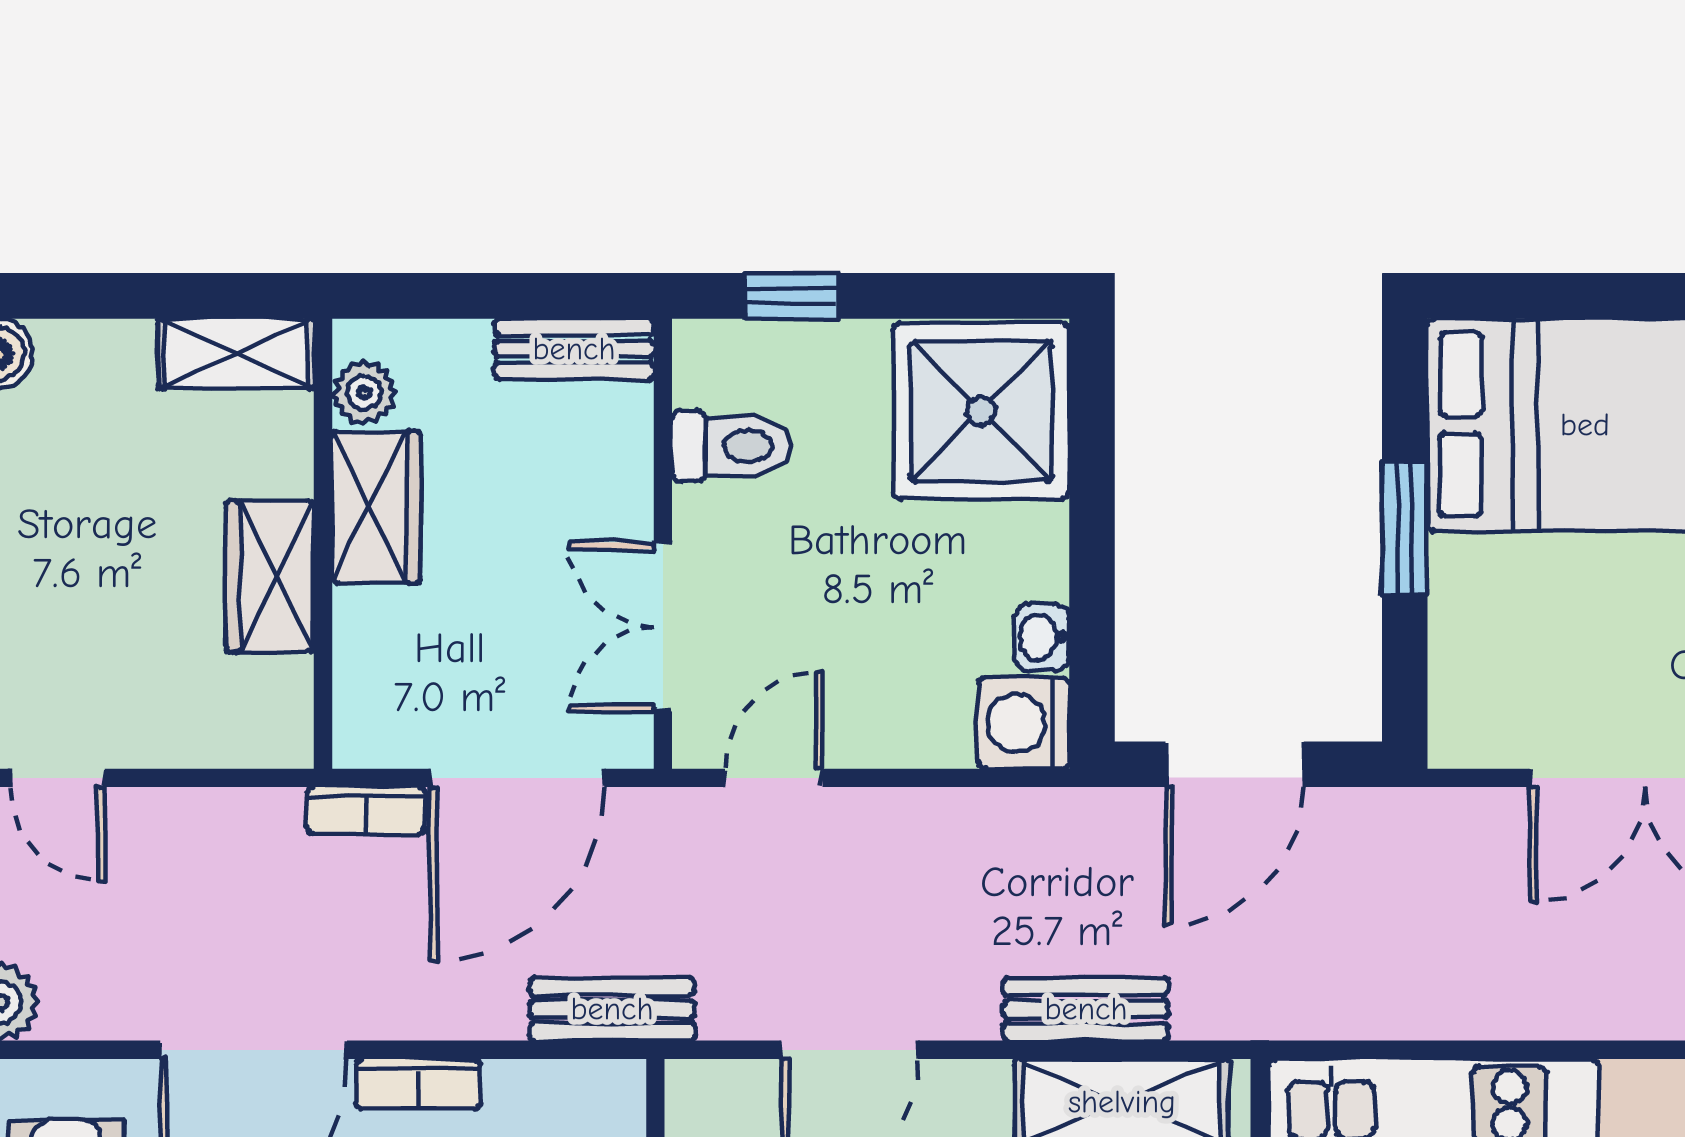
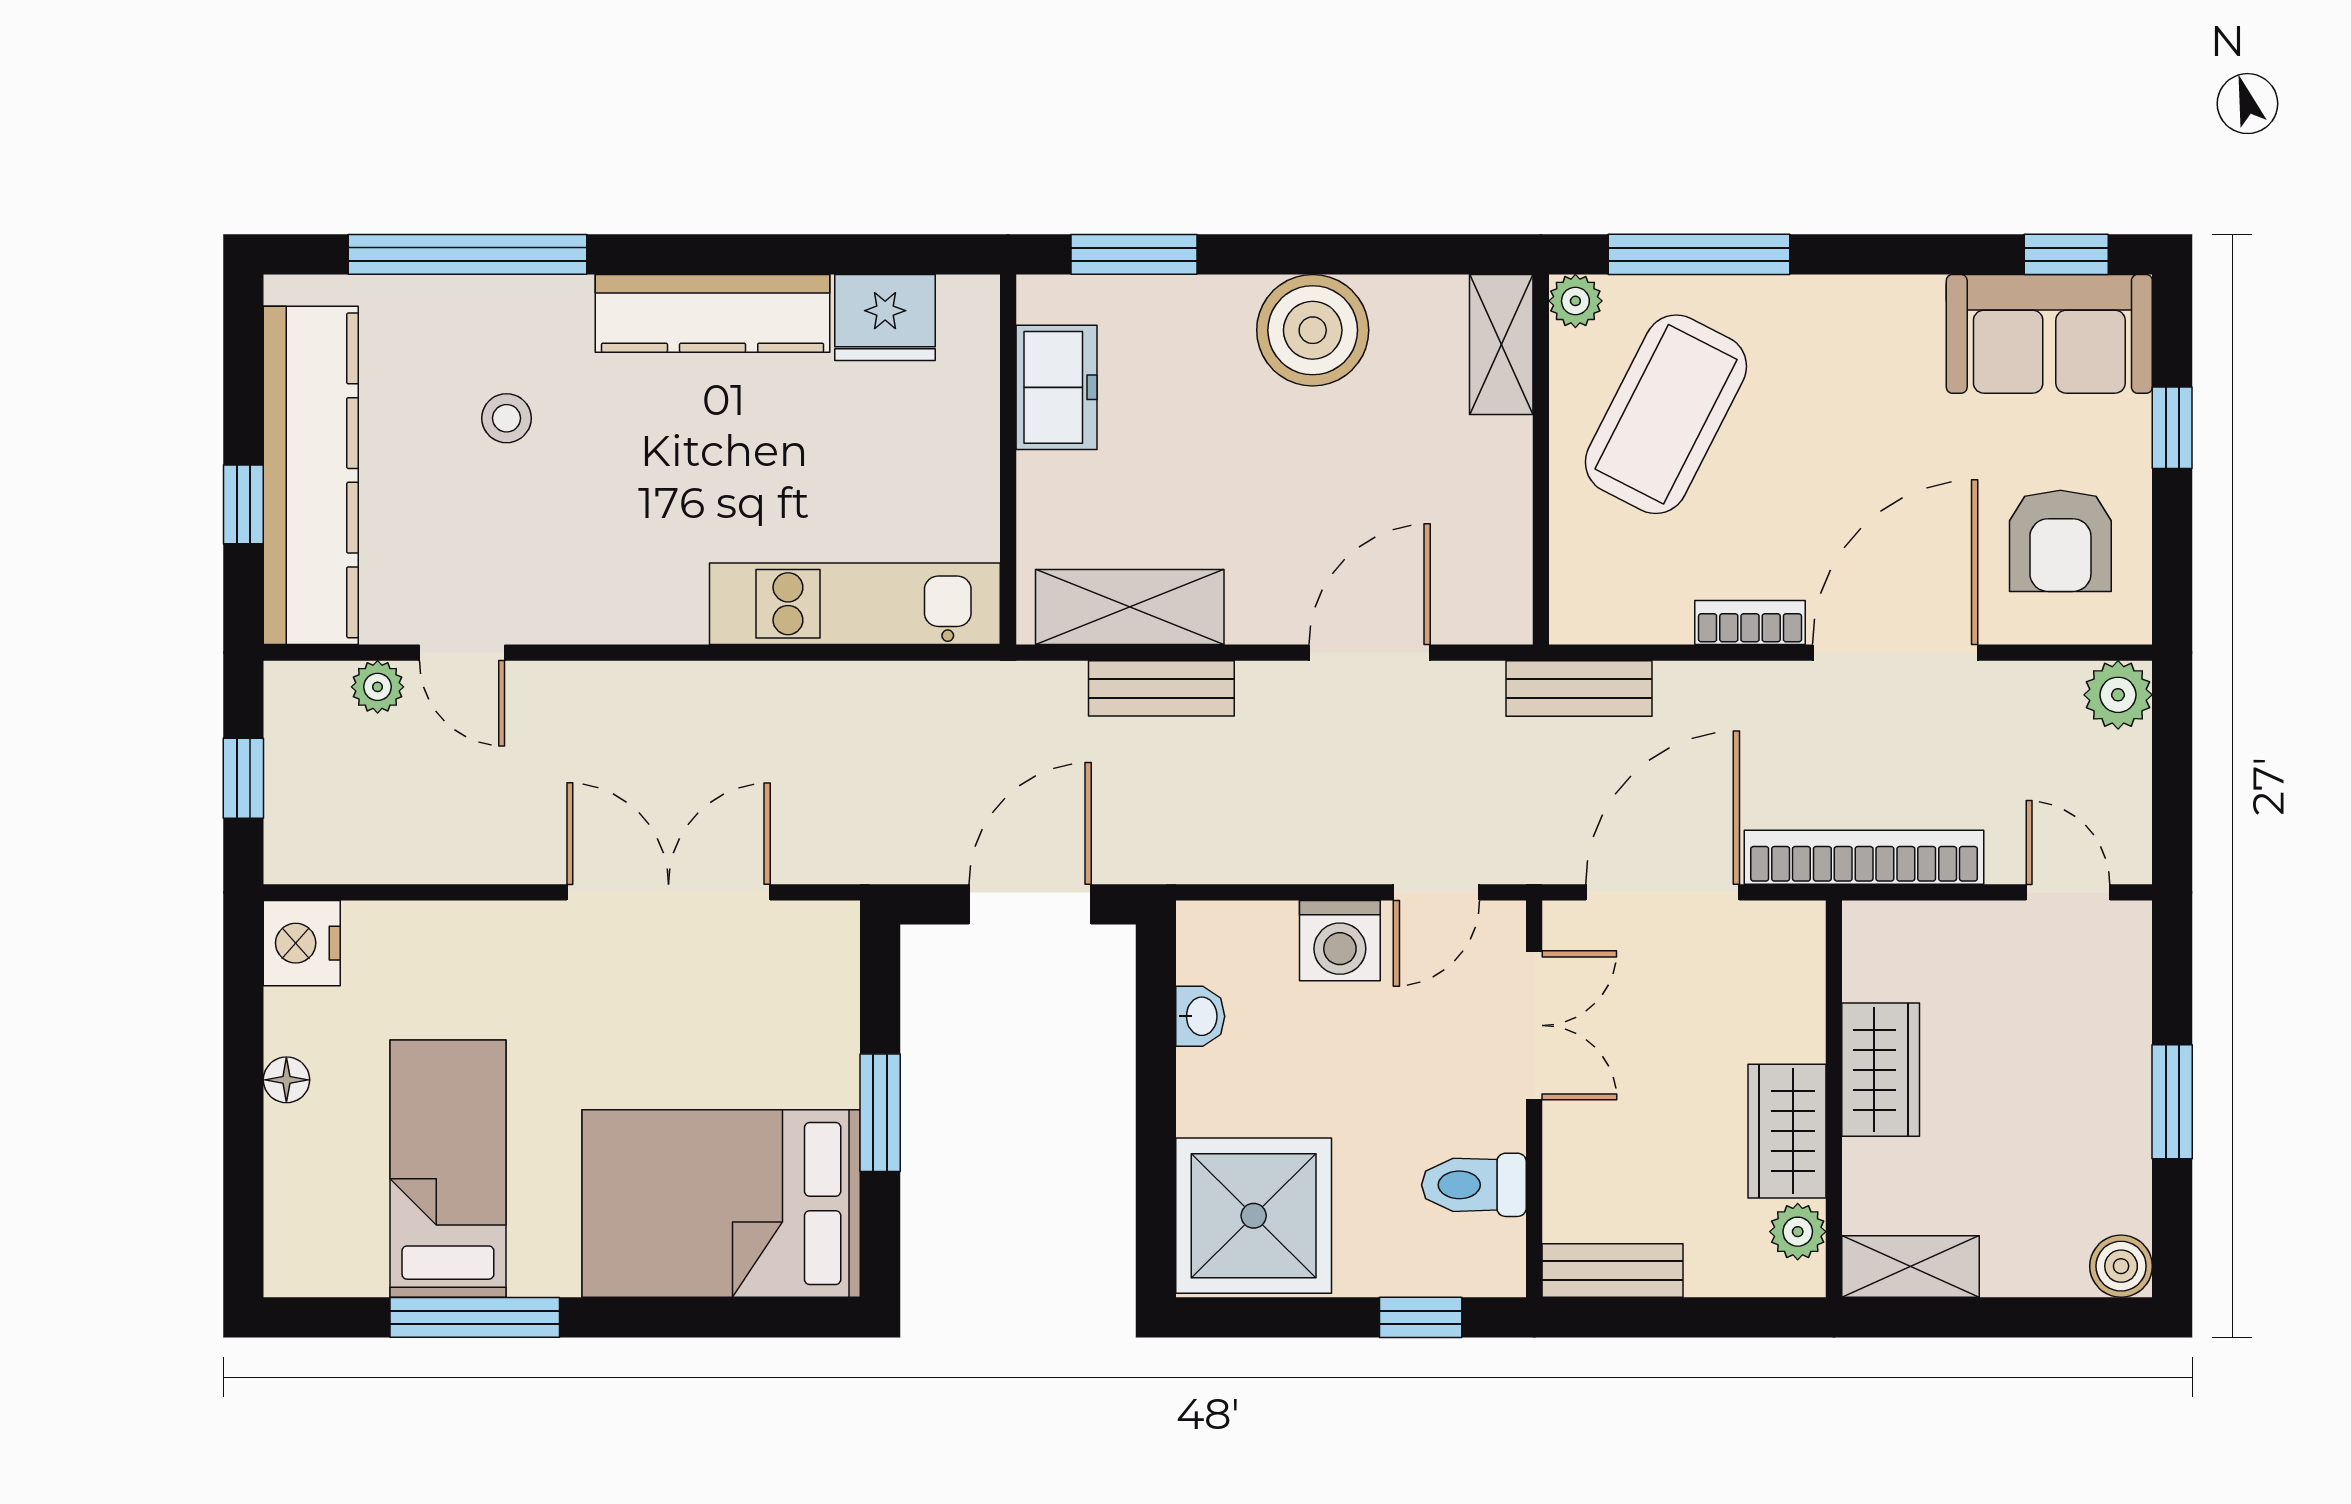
washing machine: (1024, 723) -> (1340, 941), moved, turned 90
bookcase: (366, 810) -> (1864, 857), width x2.31, depth x1.31

